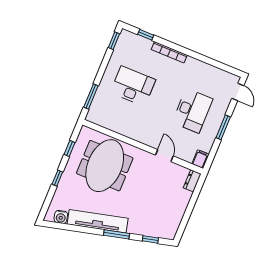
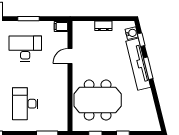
dresser: (192, 181) -> (103, 26), moved
water cooler: (61, 217) -> (132, 33), moved
tv unit: (98, 221) -> (138, 64), moved

